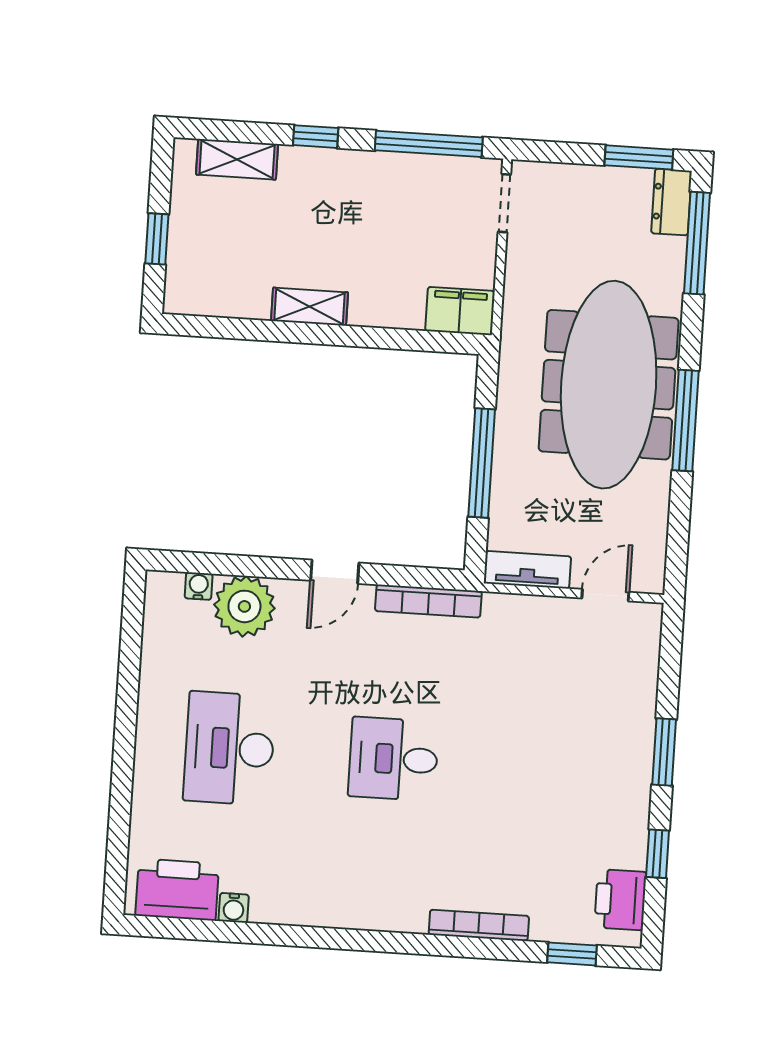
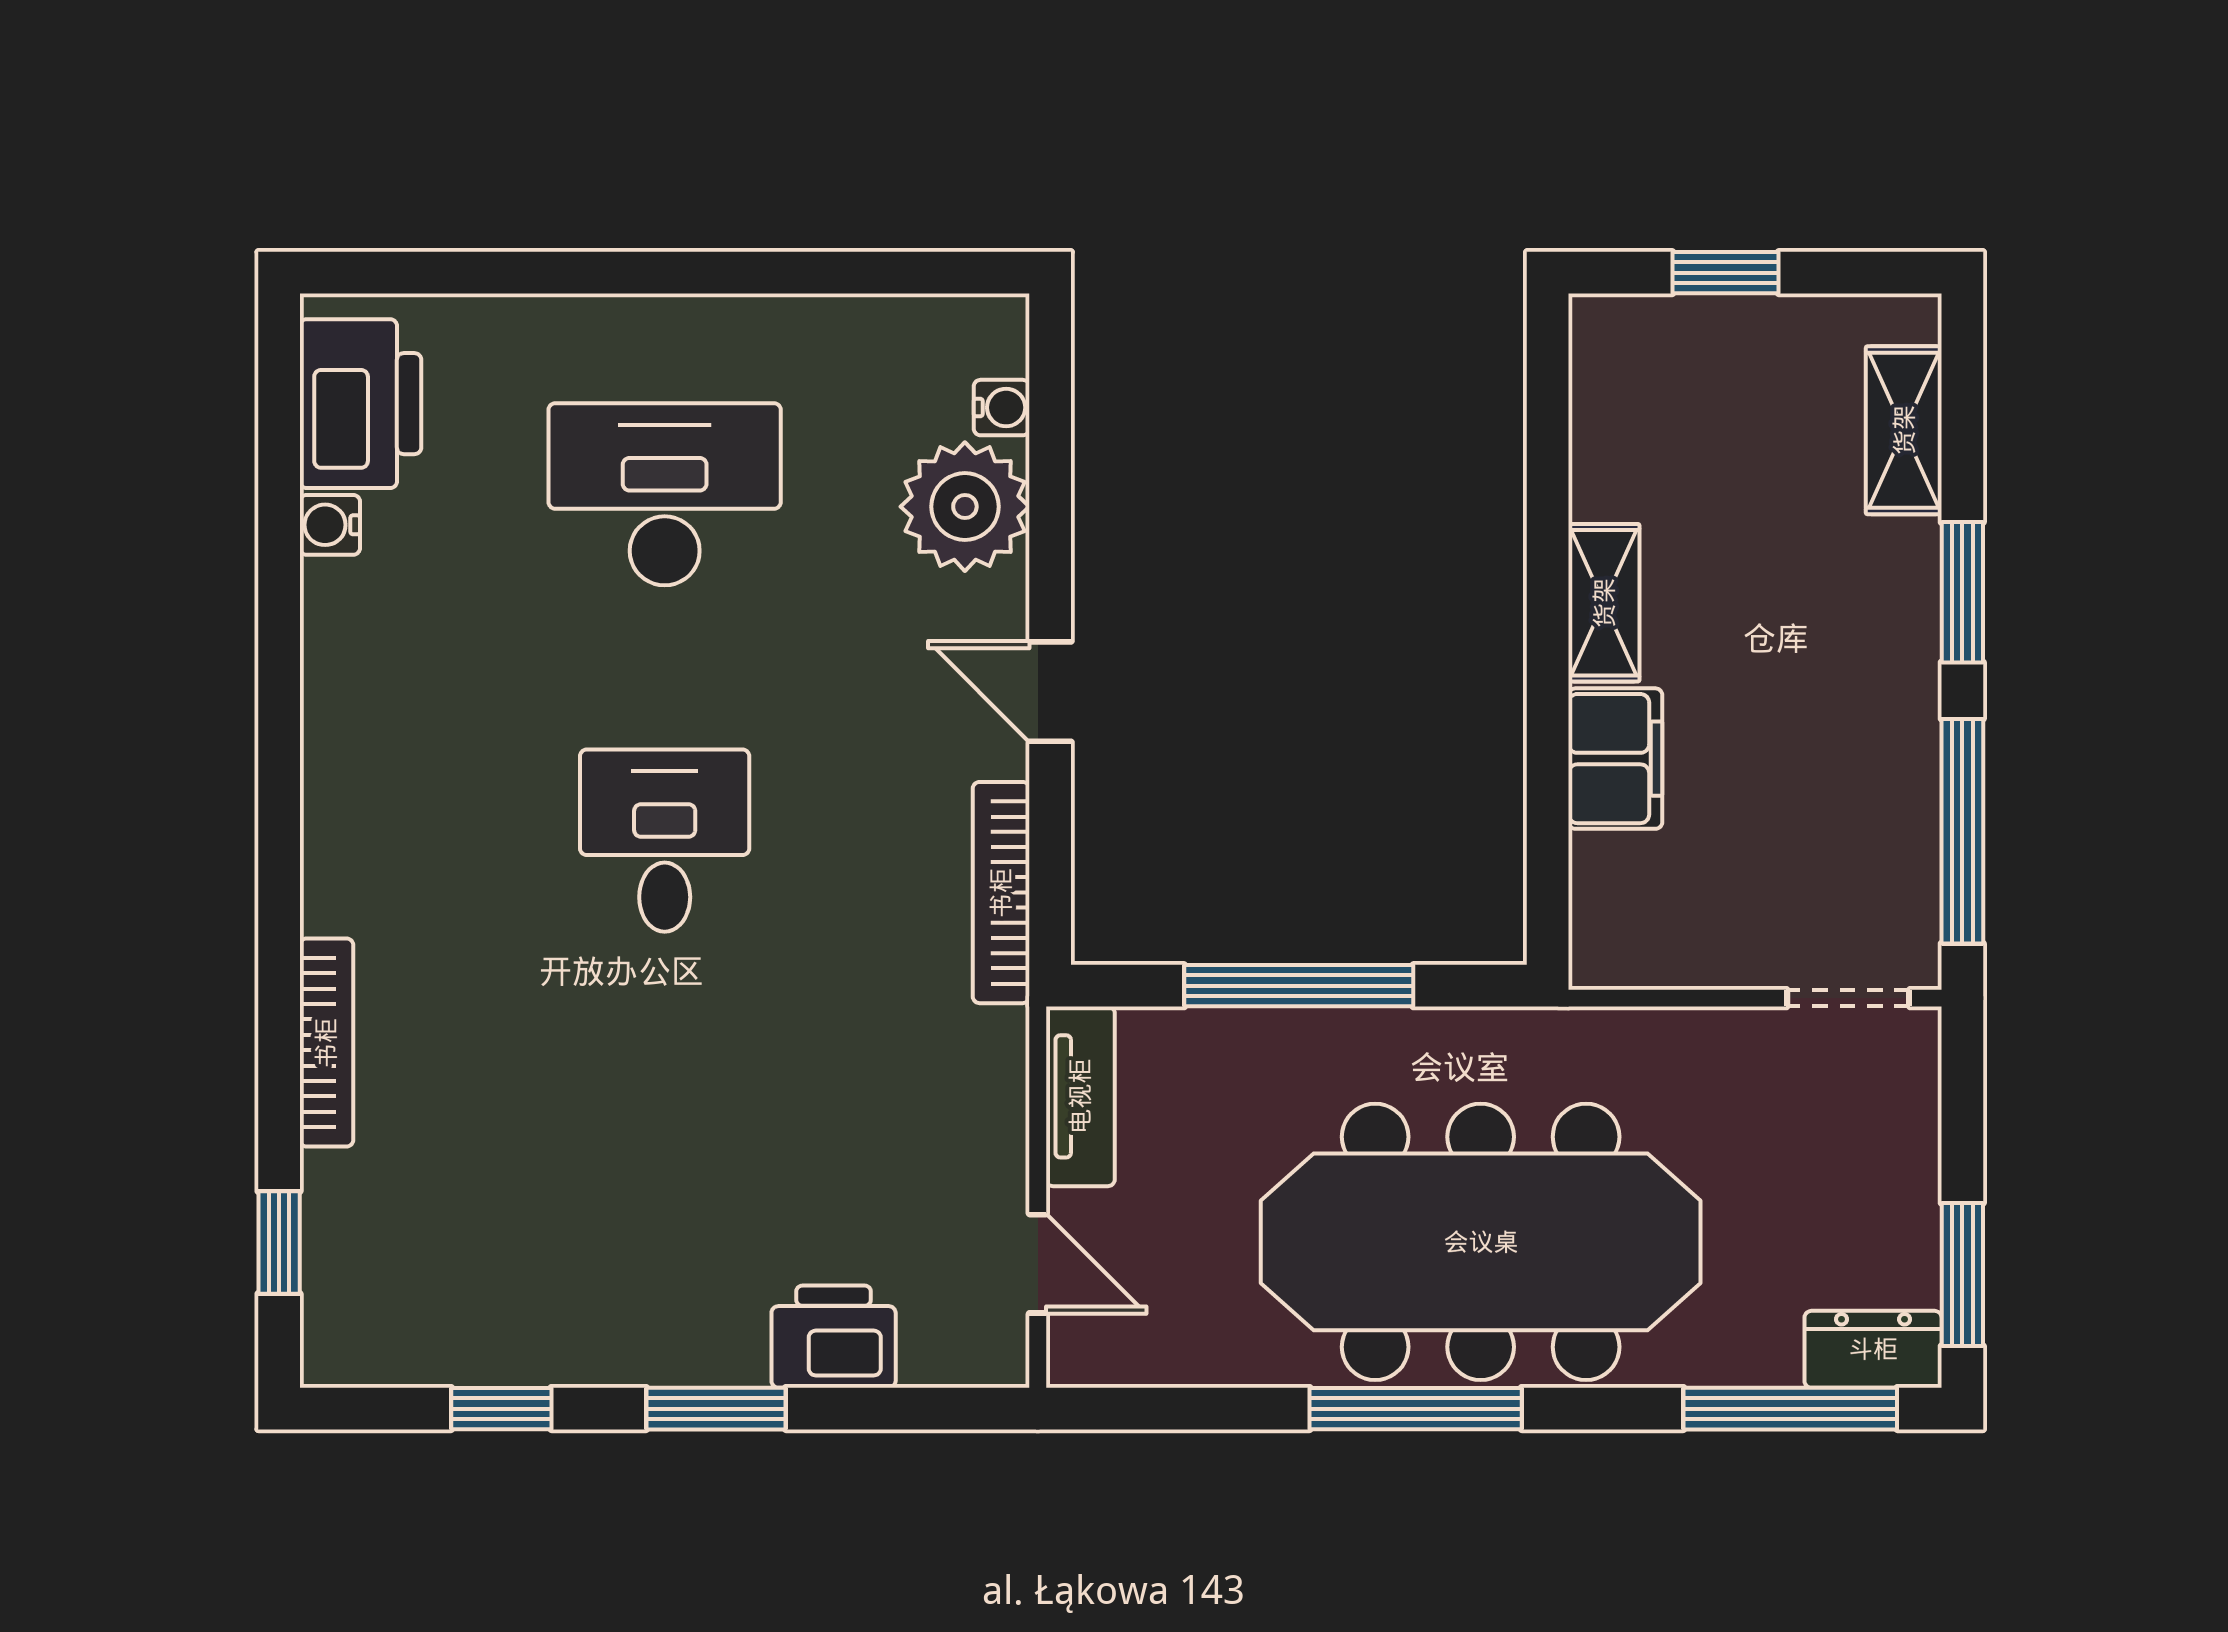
window: (316, 137) -> (1962, 592), width x1.50
filing cabinet: (460, 311) -> (1615, 759), moved
printer: (620, 900) -> (834, 1337), moved

